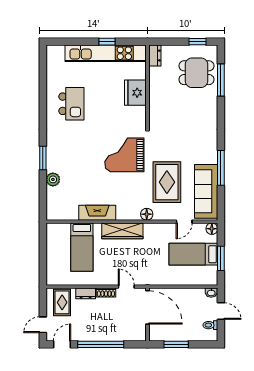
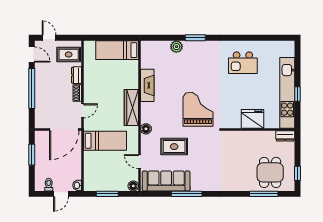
rug: (167, 182) -> (174, 147), width x0.73, depth x0.70
bed: (82, 247) -> (117, 50), moved
bed: (193, 254) -> (105, 141), moved, turned 90

